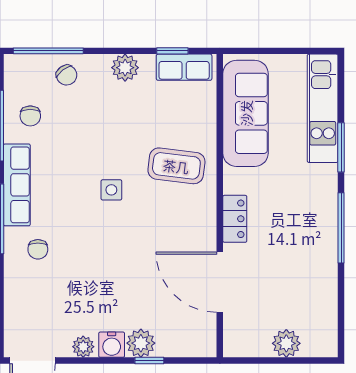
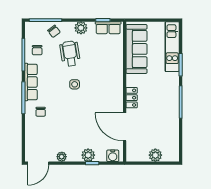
wheelchair: (102, 123) -> (70, 54), added
coffee table: (176, 166) -> (105, 73), removed
water cooler: (112, 345) -> (113, 156), moved

